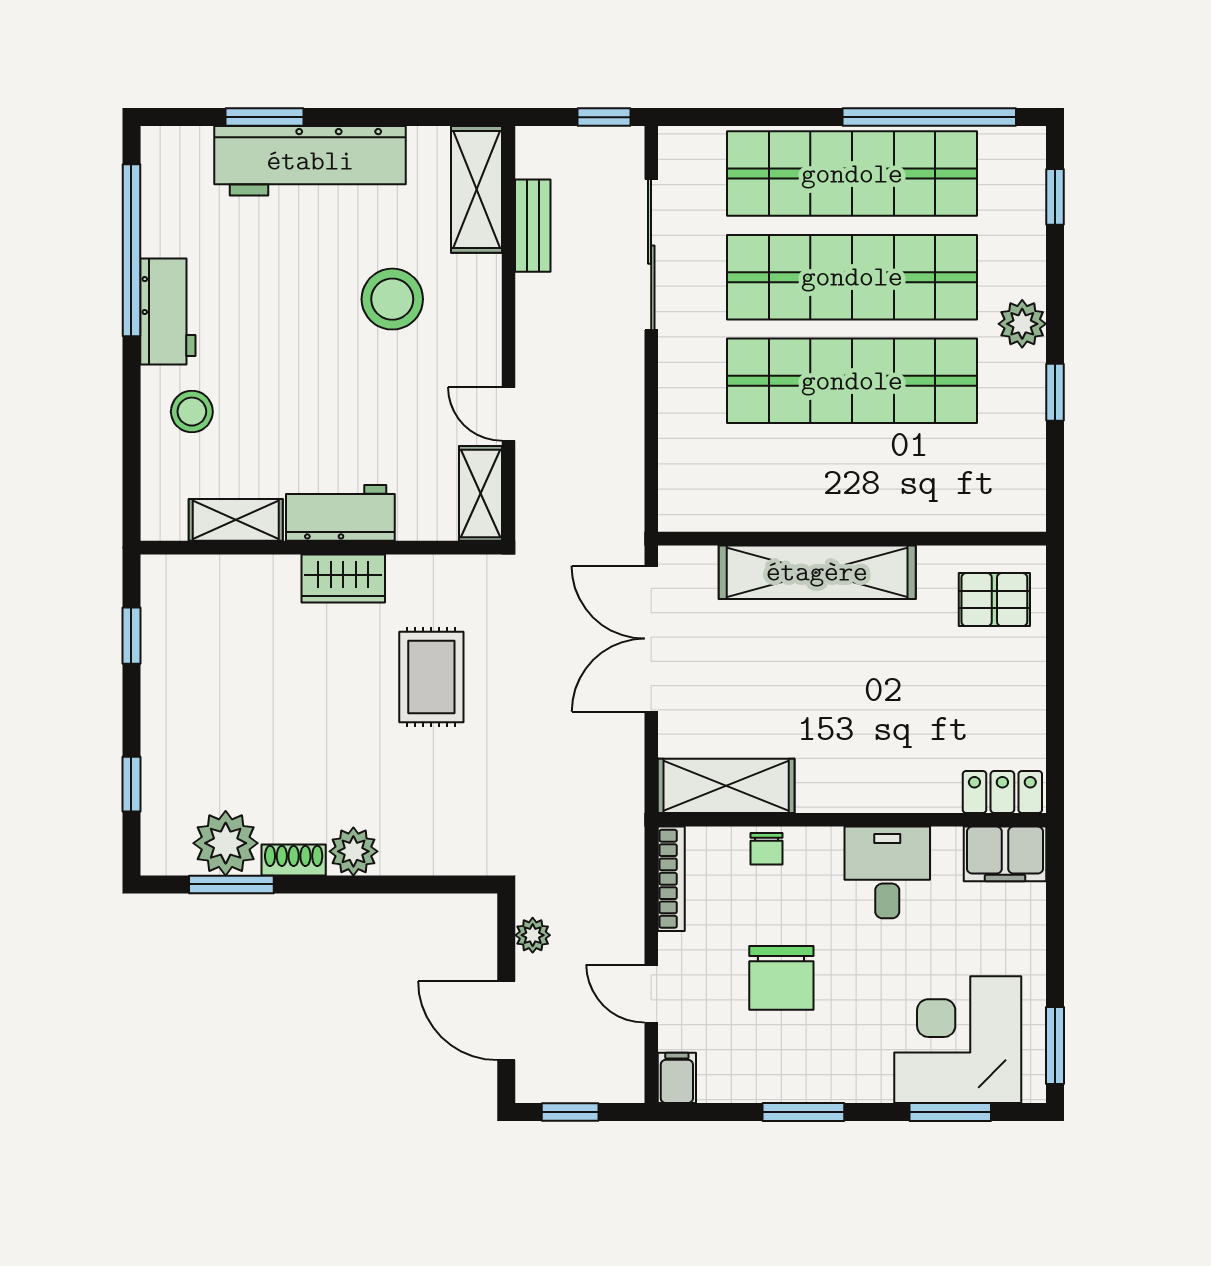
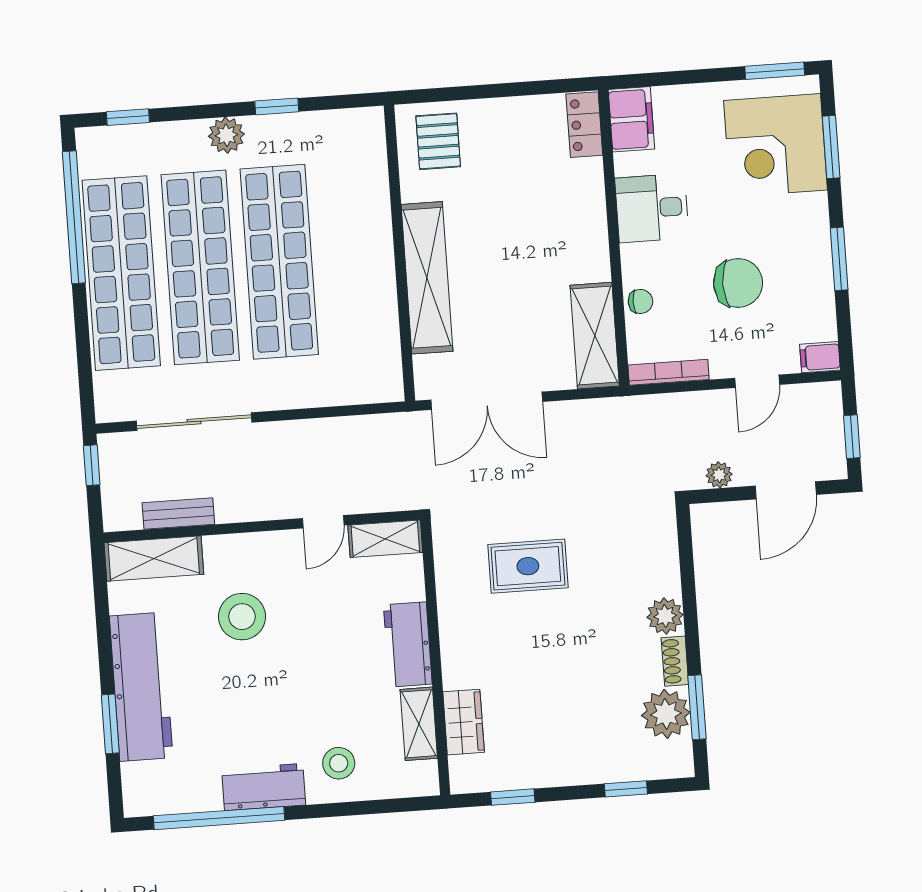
wardrobe: (343, 578) -> (464, 722), moved

